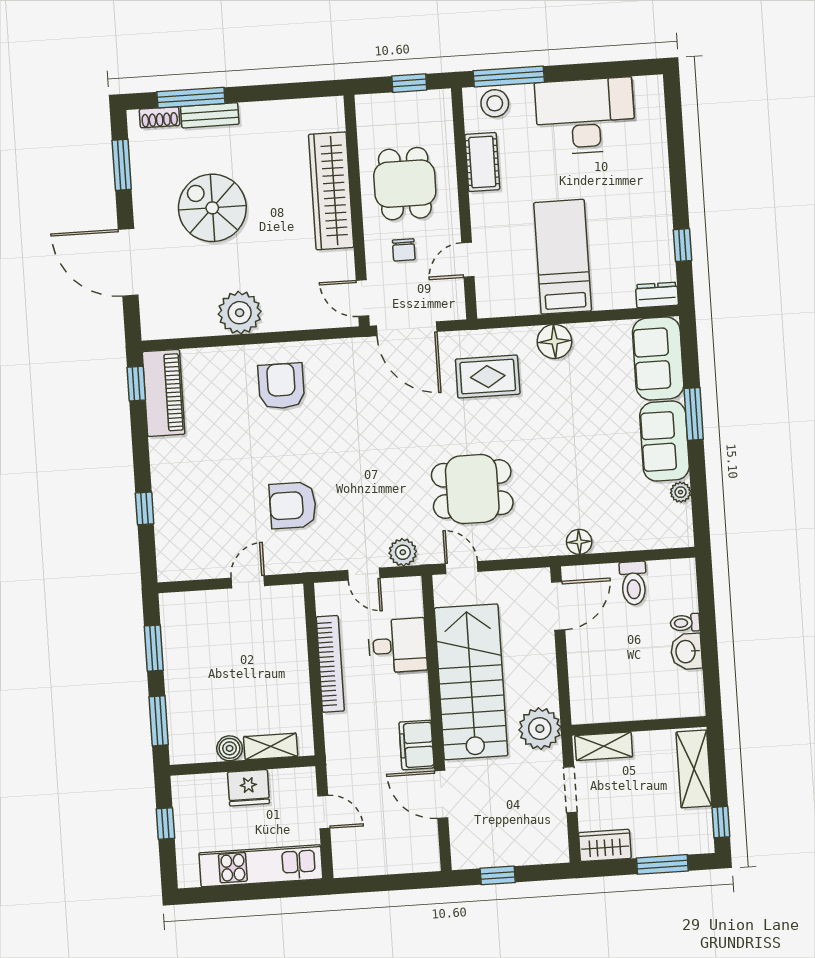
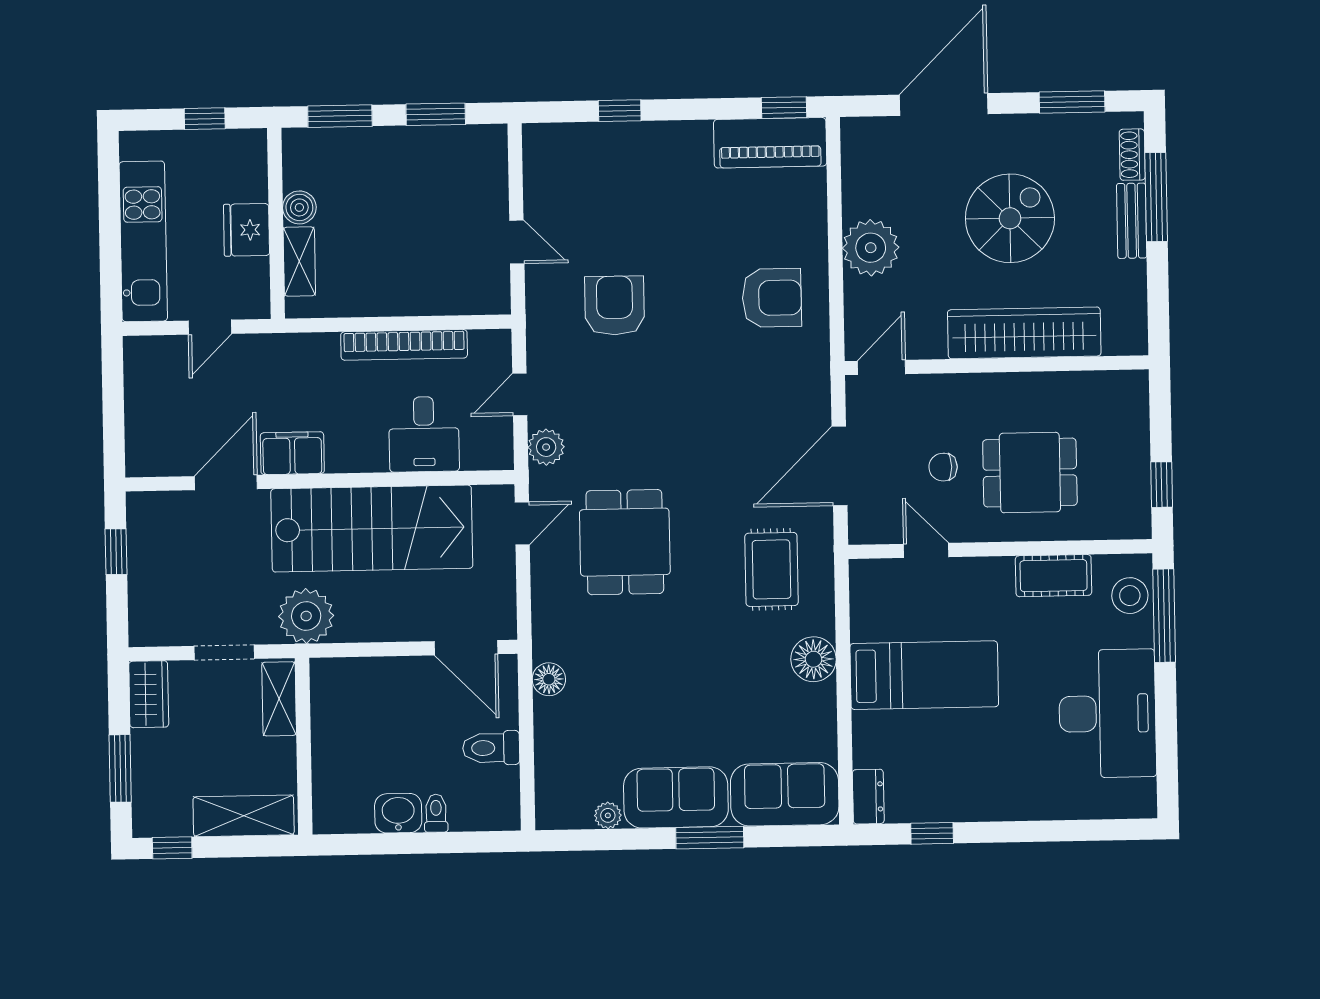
wardrobe: (331, 191) -> (1024, 333), moved
wall: (357, 211) -> (997, 365), moved
door: (362, 298) -> (881, 367), moved

